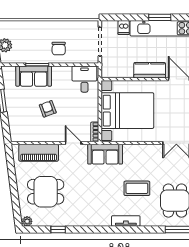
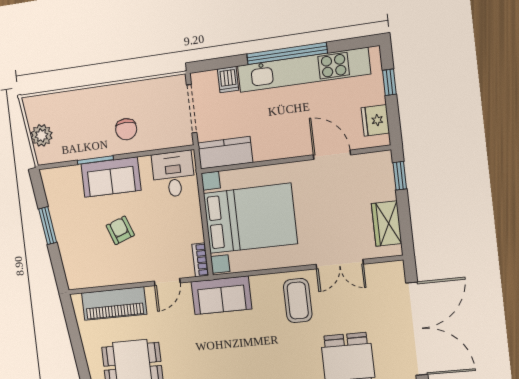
window: (160, 17) -> (287, 53), width x2.11
kitchen counter: (150, 70) -> (225, 153), moved
sofa: (34, 76) -> (111, 177), moved
door: (73, 143) -> (167, 282), swing flipped
coffee table: (137, 188) -> (298, 301), moved, turned 90

